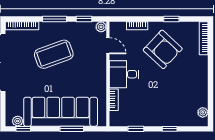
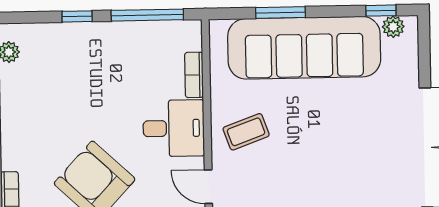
coffee table: (54, 54) -> (246, 132), moved, width x0.54, depth x0.58
window: (136, 129) -> (147, 15), width x2.17

